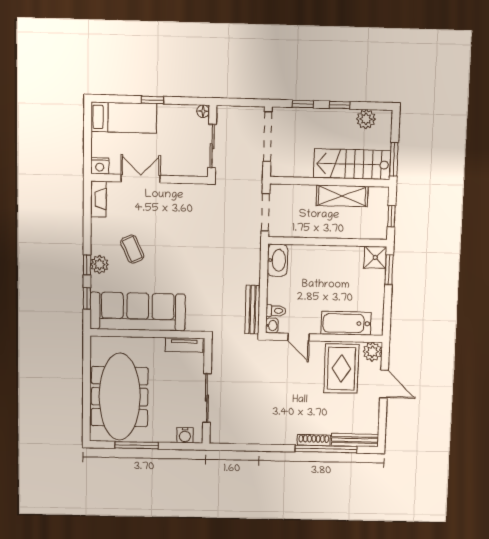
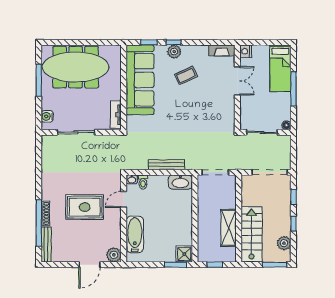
window: (153, 100) -> (293, 89), width x2.17
window: (394, 159) -> (275, 265), moved
bench: (253, 310) -> (167, 165), moved
rug: (341, 369) -> (85, 207), moved

